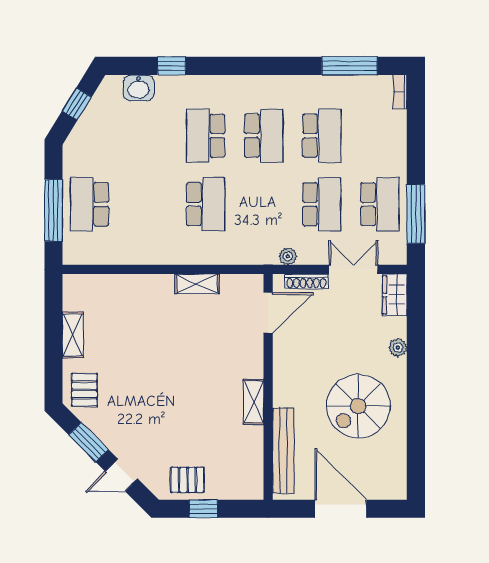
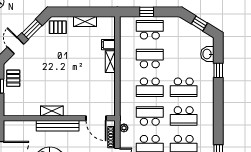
school desk: (206, 136) -> (184, 87), turned 180
school desk: (148, 204) -> (150, 58), added
school desk: (264, 204) -> (150, 116), added
window: (53, 210) -> (147, 12), width x0.46
shelving: (197, 284) -> (110, 62), moved
filing cabinet: (120, 288) -> (108, 45), added
bench: (283, 451) -> (58, 126), moved

